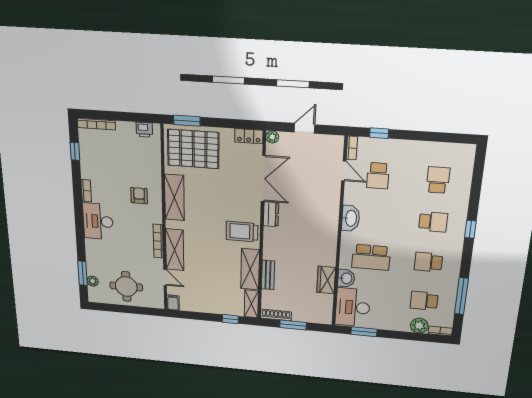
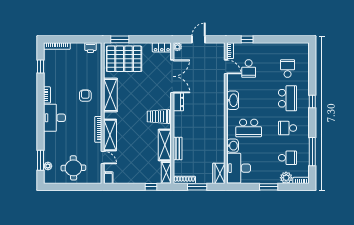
school desk: (433, 222) -> (288, 98), width x1.85
wardrobe: (326, 280) -> (219, 173), moved
school desk: (424, 301) -> (288, 158), turned 180
window: (364, 332) -> (269, 187), moved

